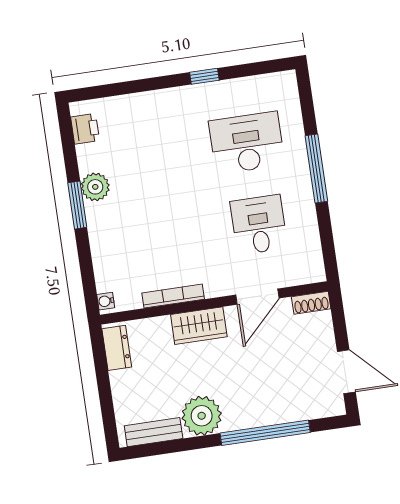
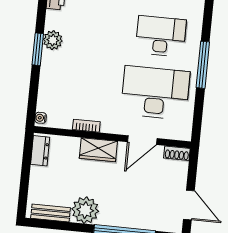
desk: (259, 225) -> (155, 93), width x1.87, depth x1.30
bookcase: (173, 296) -> (86, 126), width x0.64

